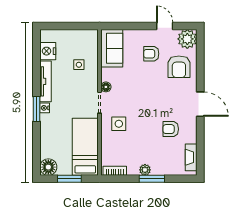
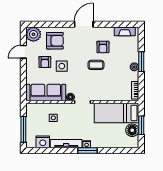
window: (64, 26) -> (23, 129), added
sofa: (112, 48) -> (46, 92), width x1.36
coffee table: (148, 120) -> (96, 65), added
side table: (119, 124) -> (62, 66), moved
floor lamp: (48, 167) -> (132, 130), moved

